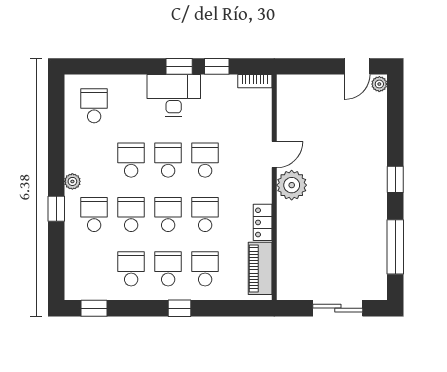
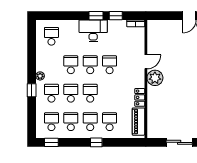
school desk: (205, 214) -> (51, 122), moved

